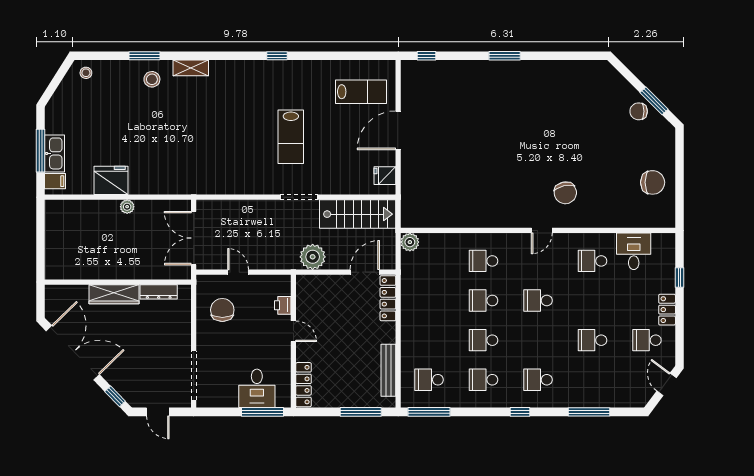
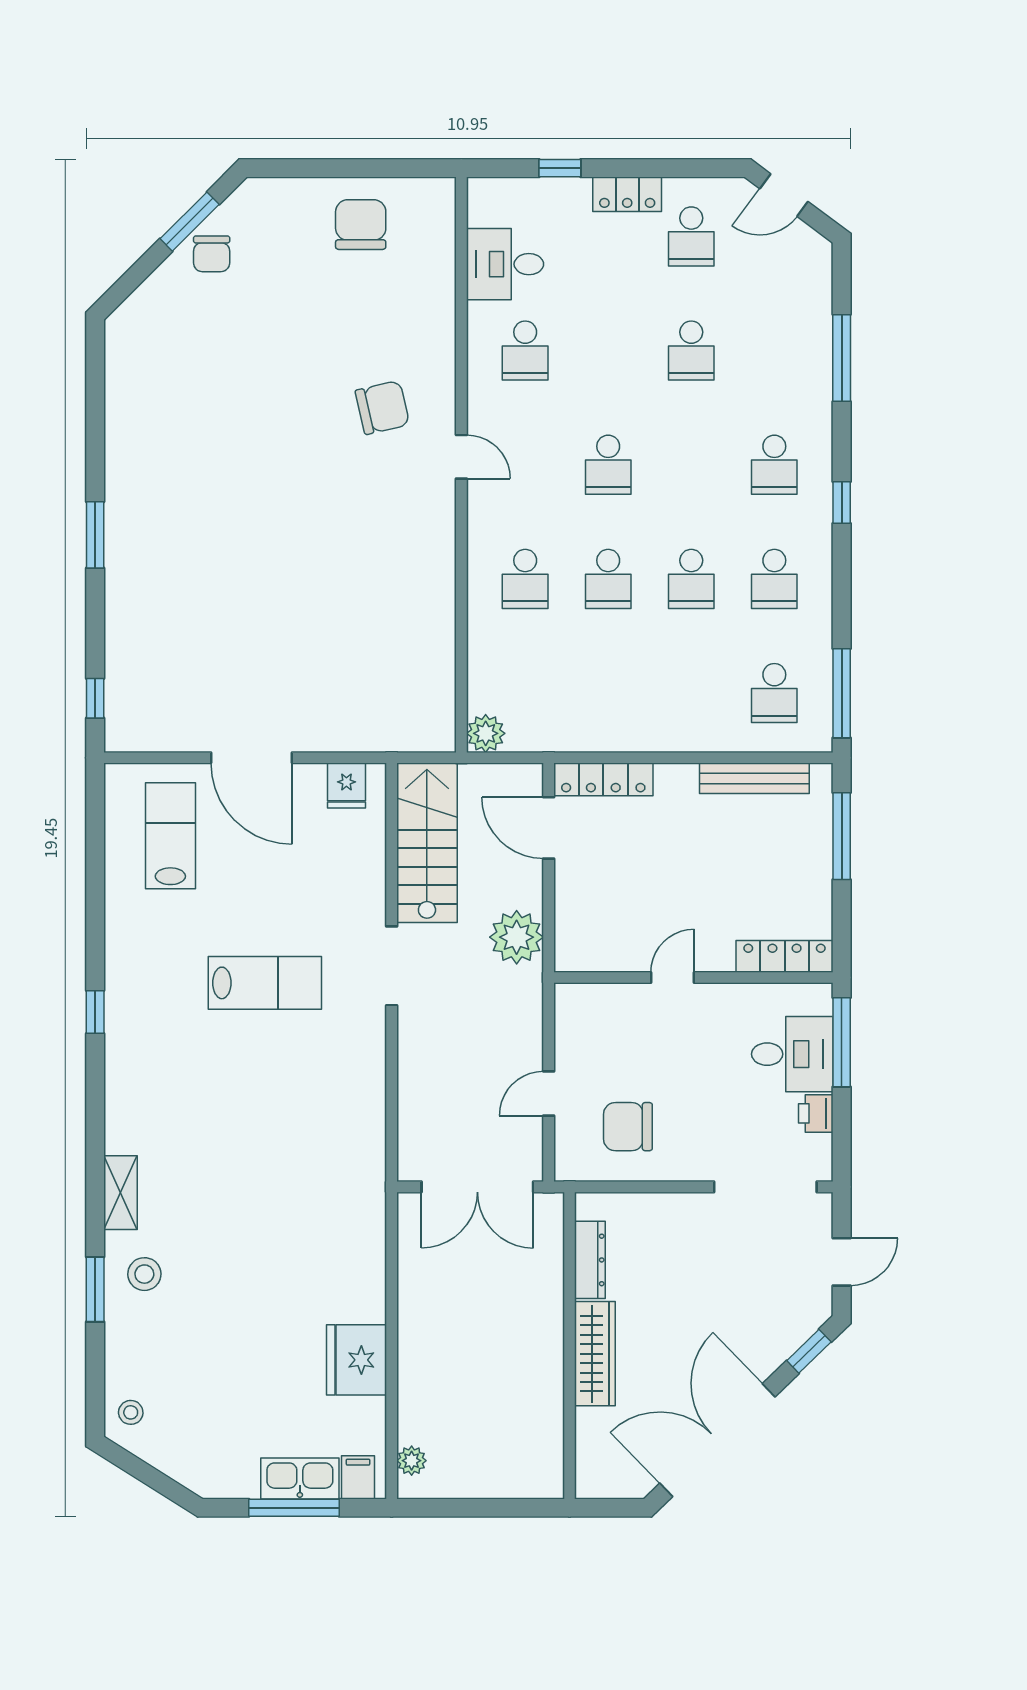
plant: (127, 207) -> (412, 1461), moved
printer: (283, 305) -> (816, 1113), moved, turned 90

